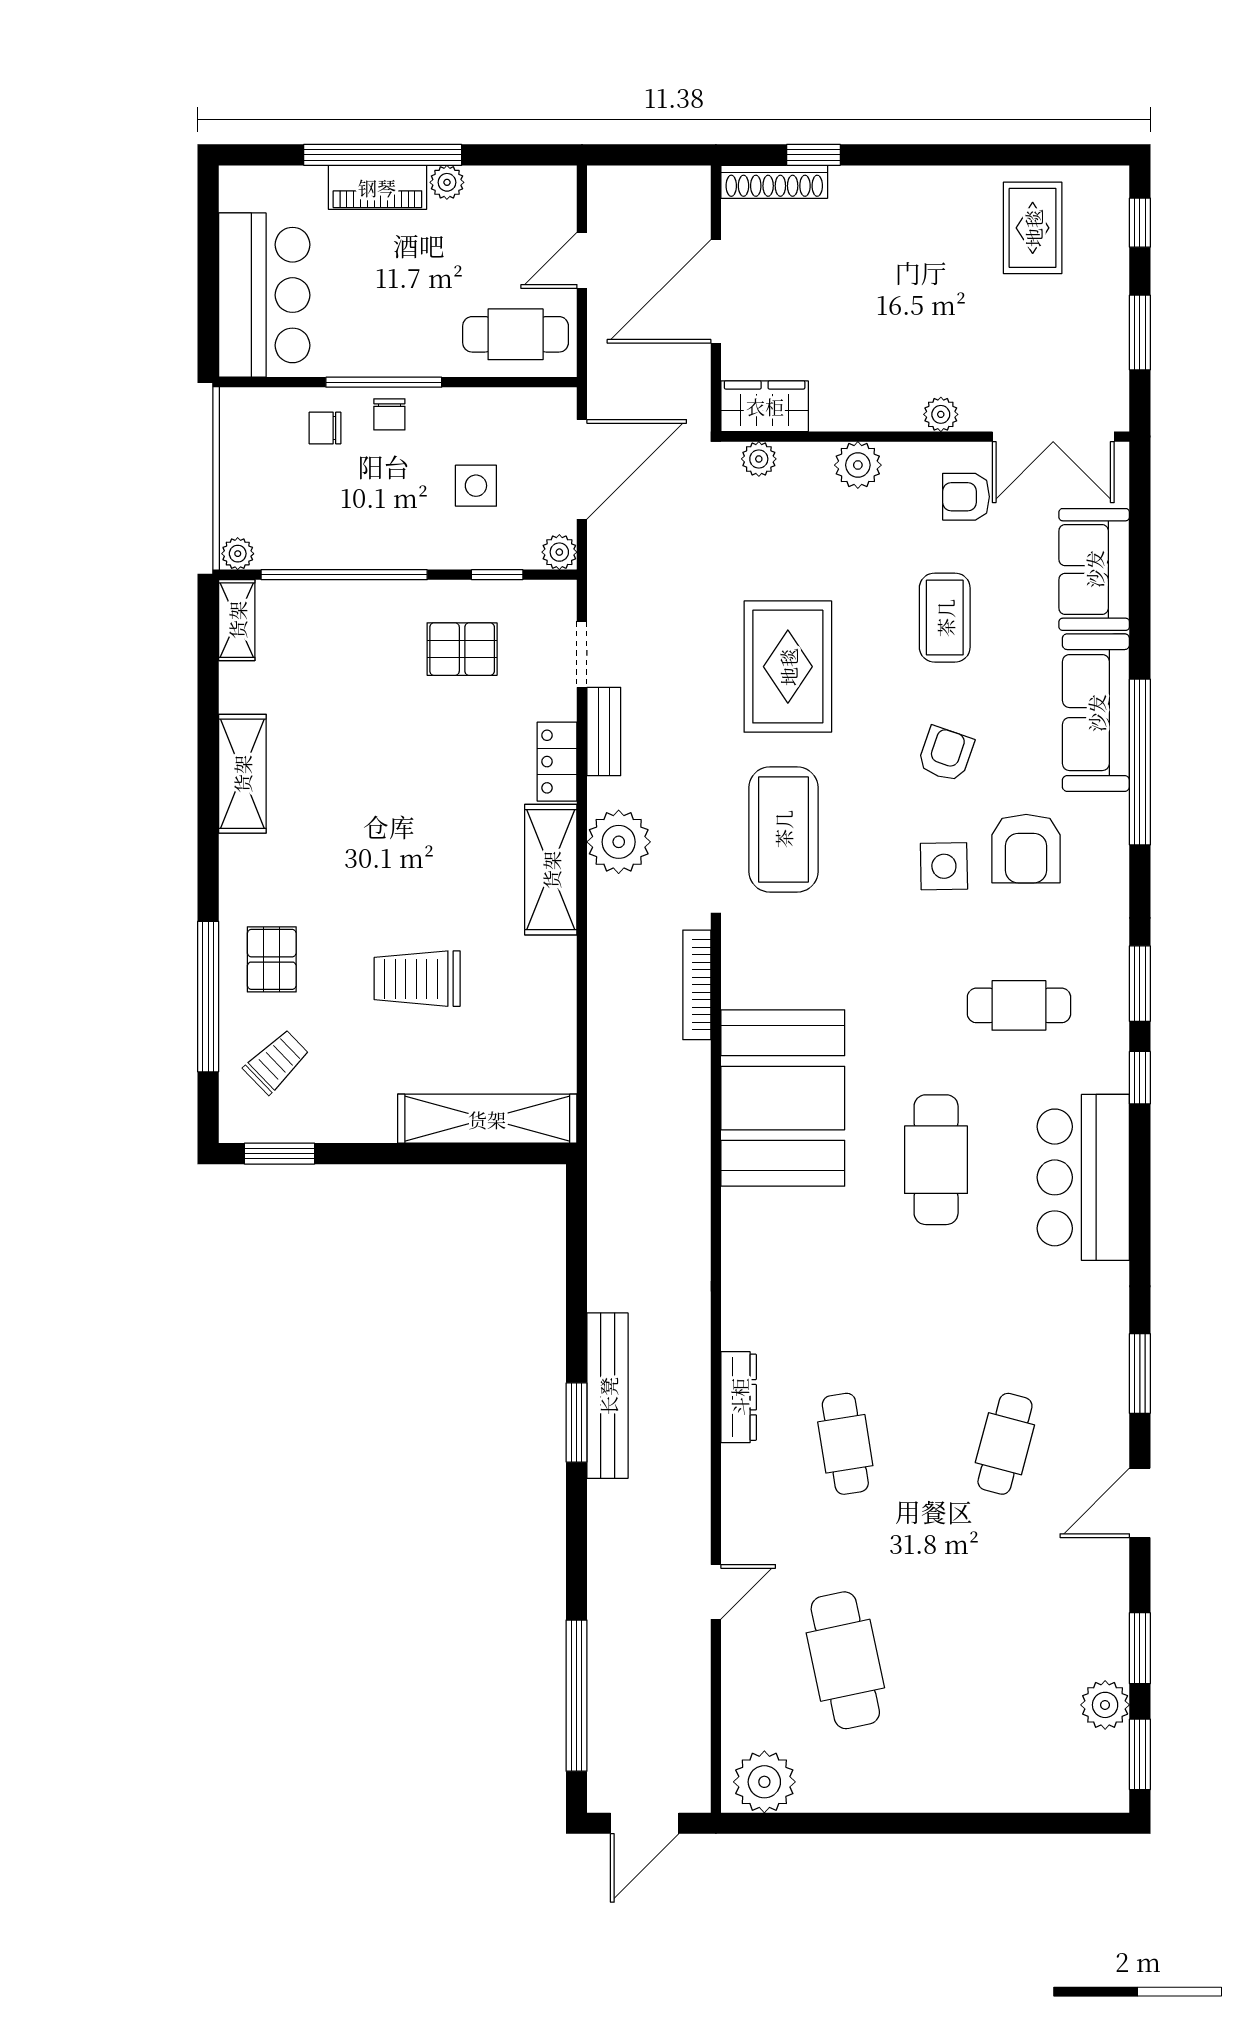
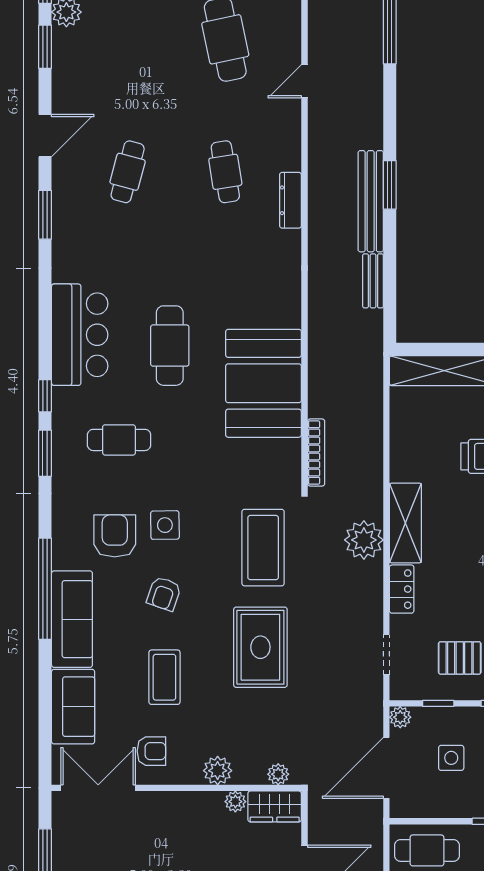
plant: (941, 414) -> (235, 802), moved
bench: (604, 731) -> (373, 281), moved

